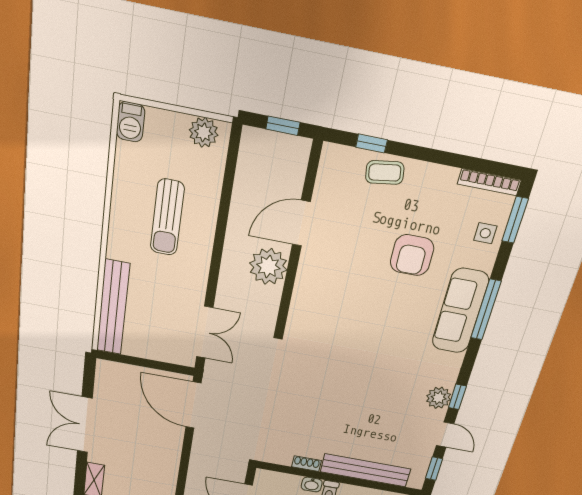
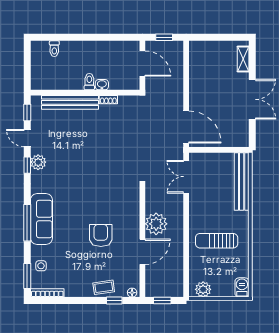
floor lamp: (336, 152) -> (132, 293), added
sun lounger: (167, 217) -> (217, 241), turned -90
armchair: (412, 255) -> (101, 235), moved

